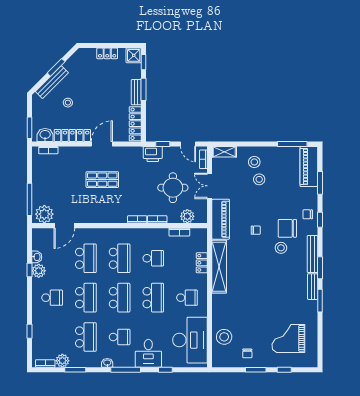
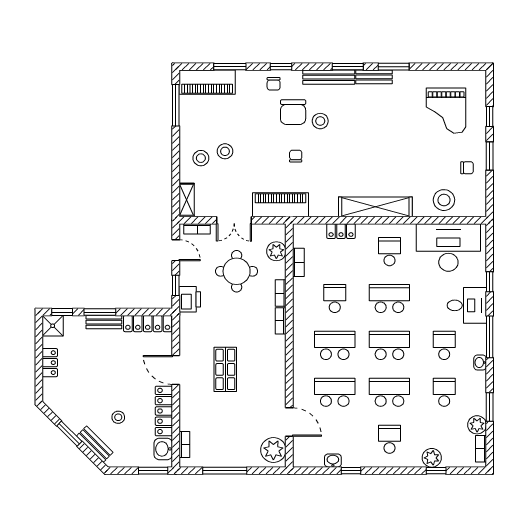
bench: (52, 82) -> (95, 444), width x0.73
door: (188, 144) -> (176, 250), hinge flipped
window: (29, 199) -> (225, 471), moved
shelving: (219, 267) -> (375, 207), moved
plant: (39, 271) -> (432, 458), moved
school desk: (86, 337) -> (444, 392), width x0.54

